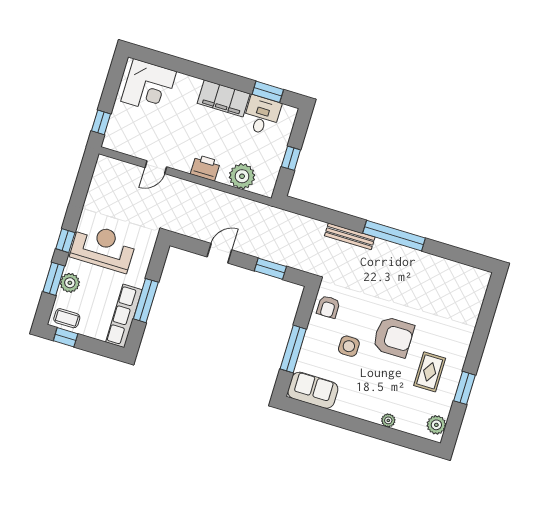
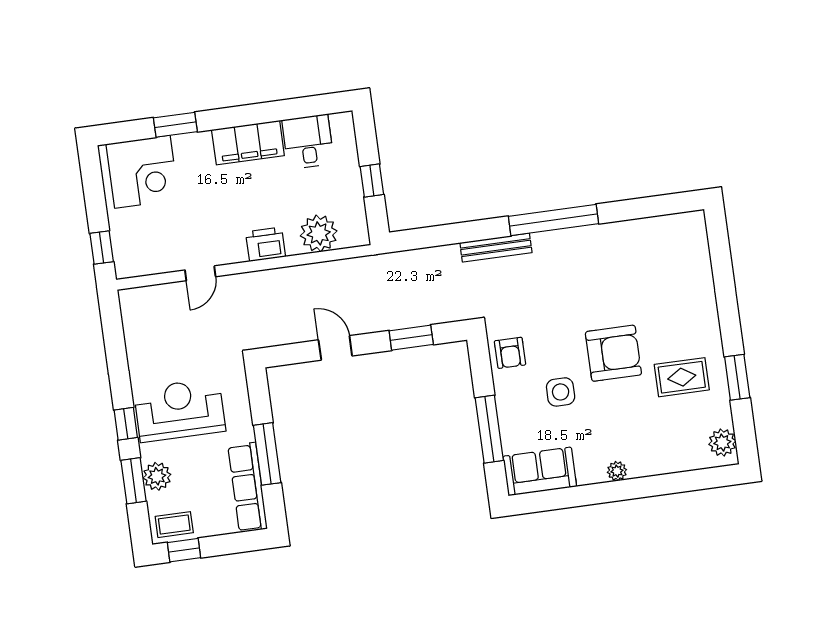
window: (268, 92) -> (175, 125), moved
door: (219, 253) -> (335, 348), hinge flipped
rug: (430, 372) -> (682, 377), turned 90
plant: (388, 420) -> (617, 471), moved

